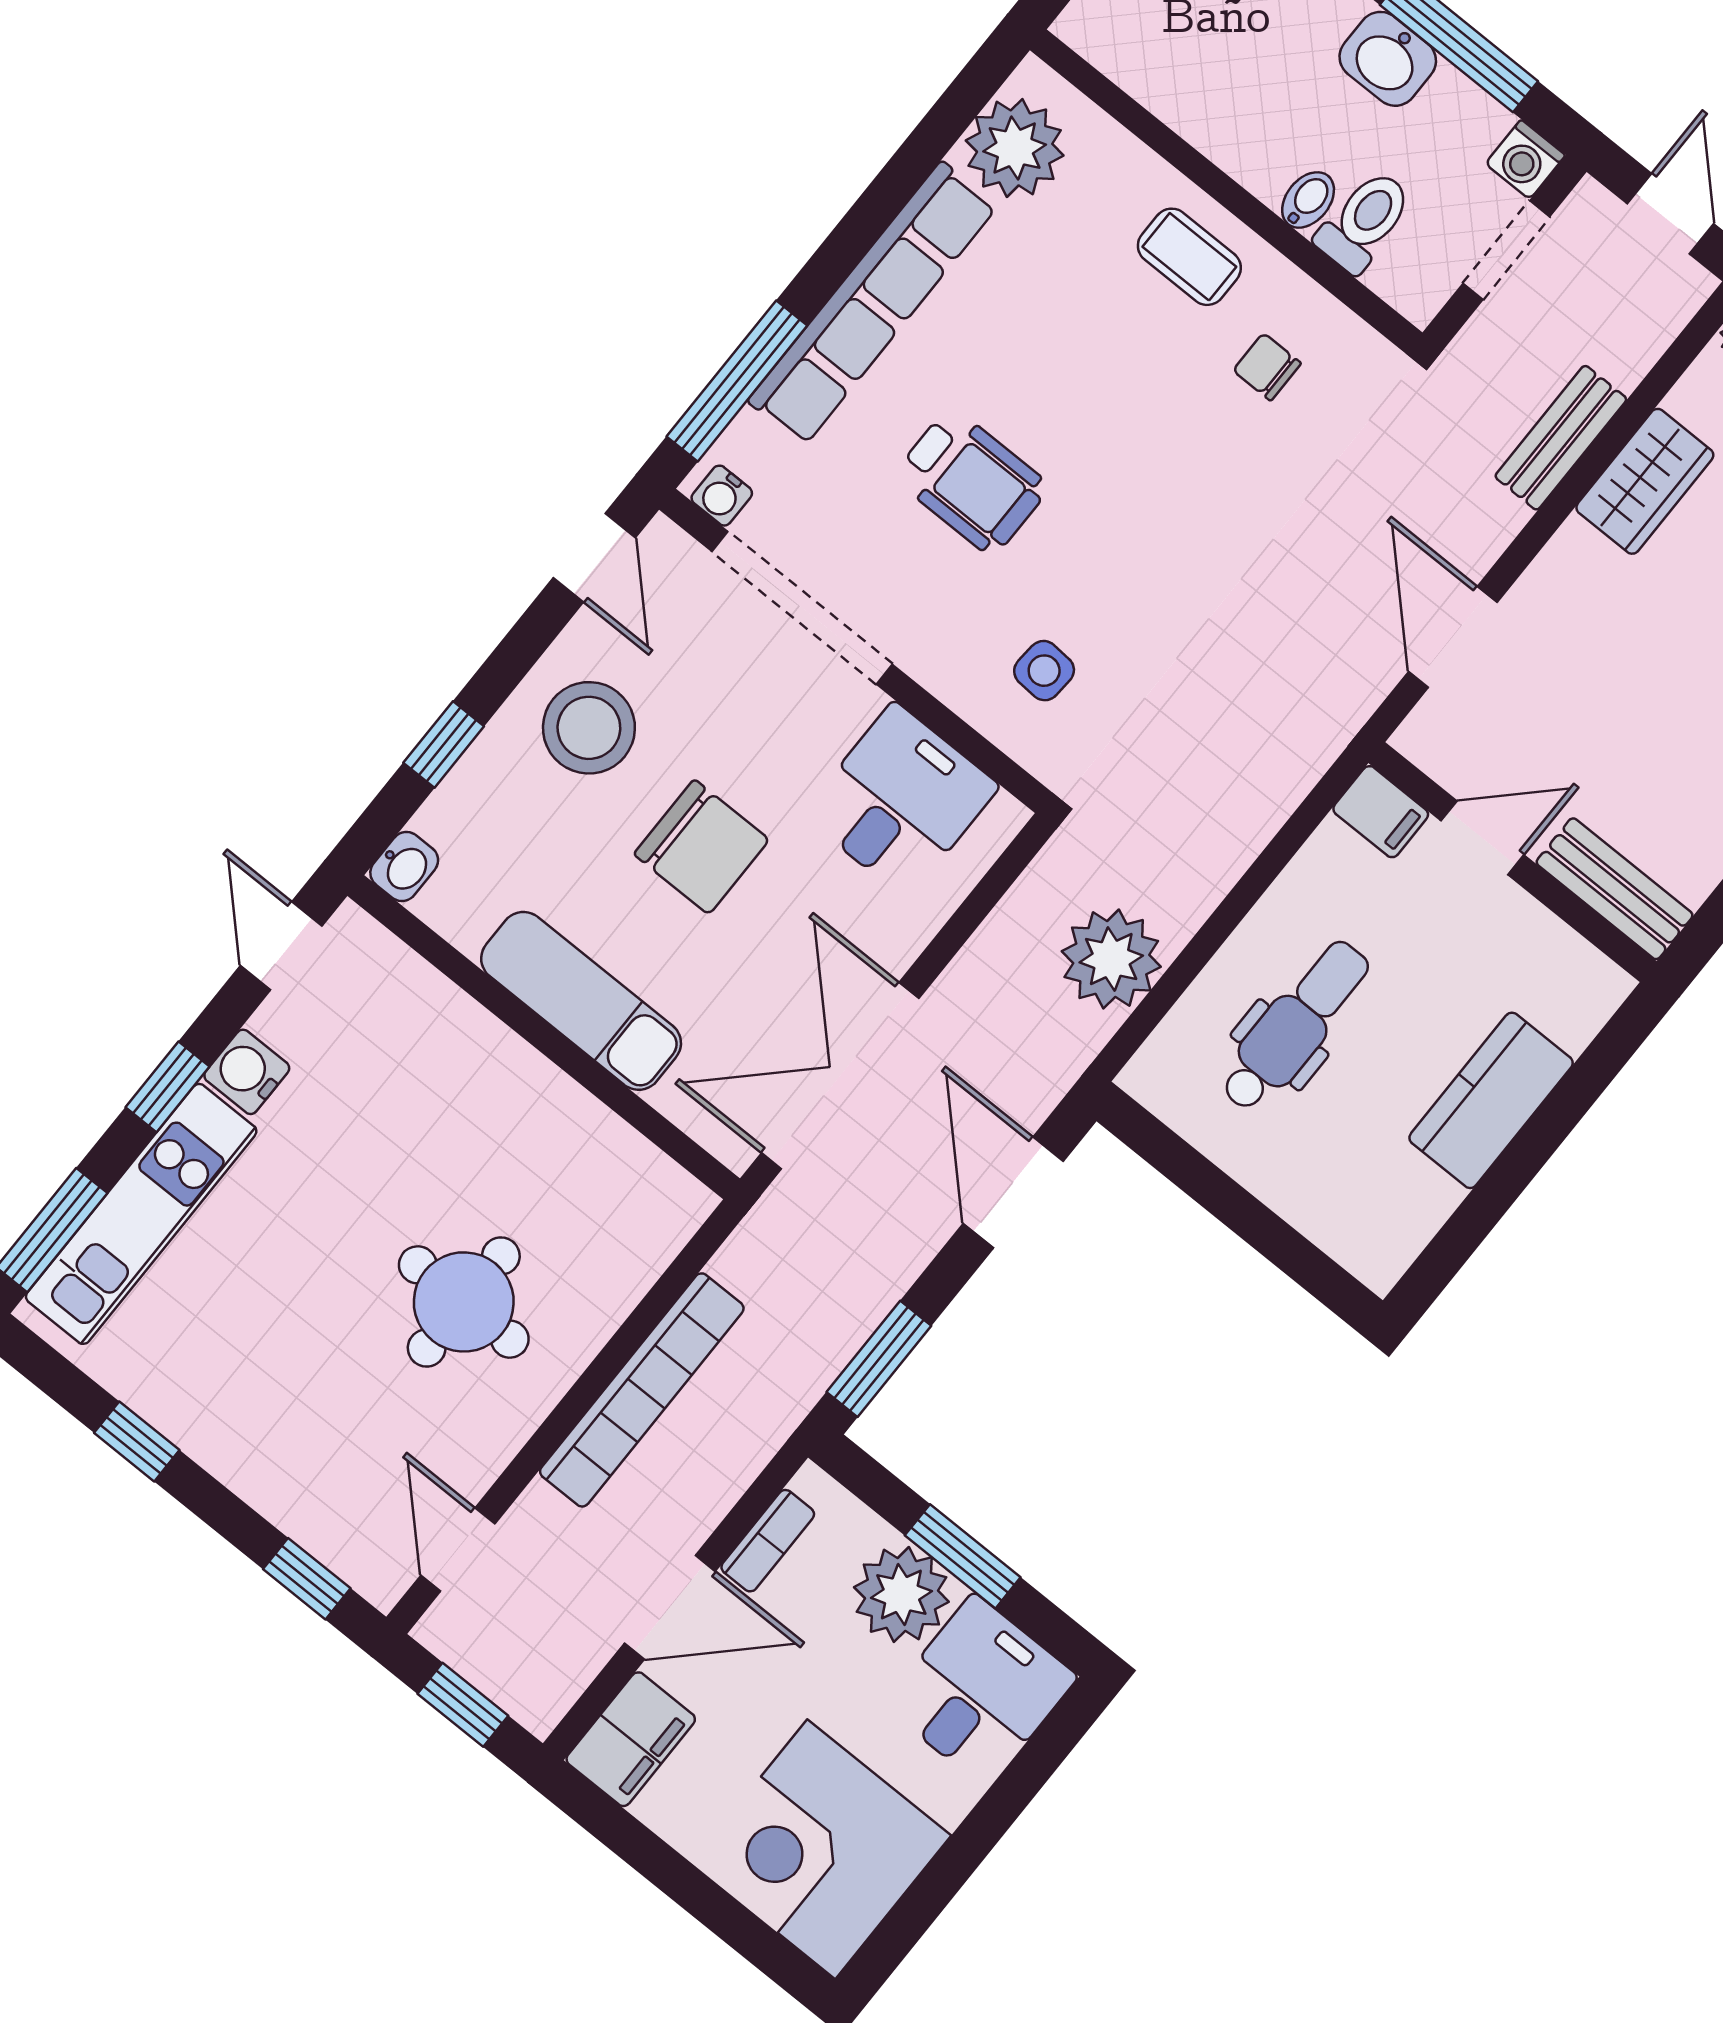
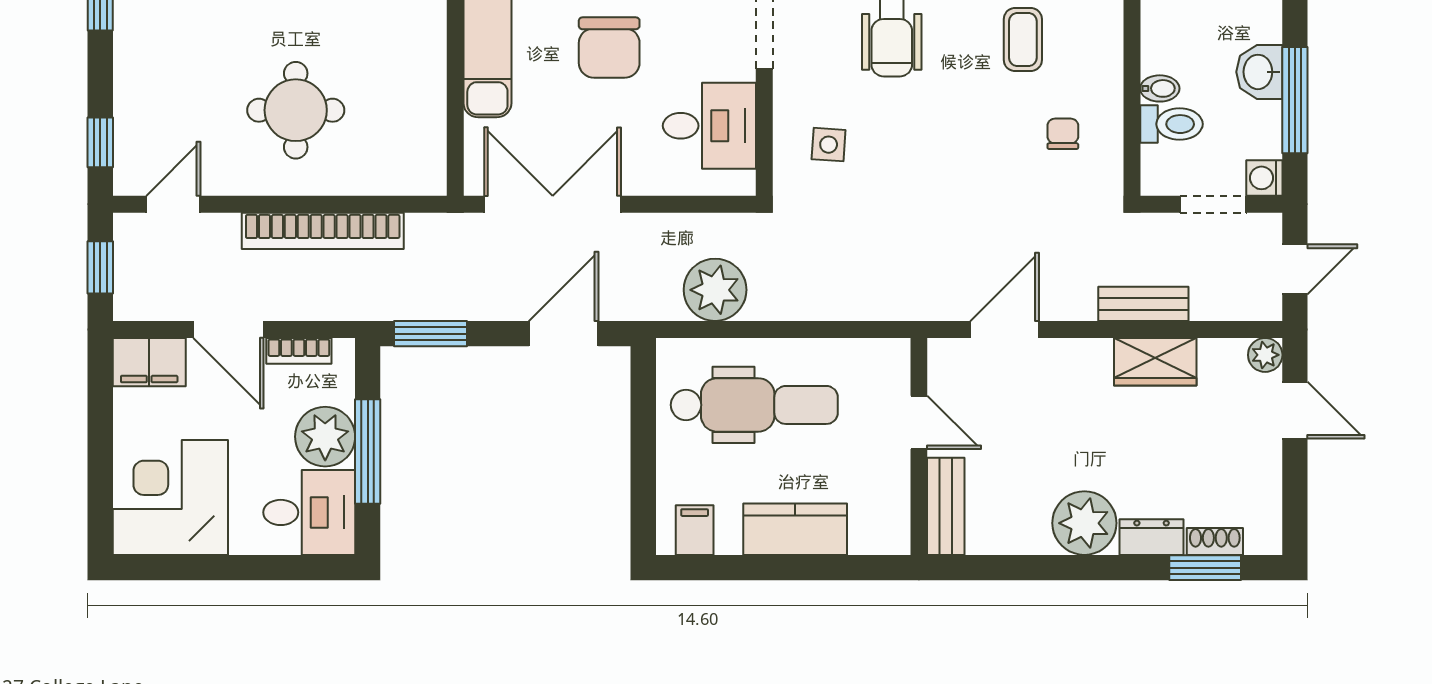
coffee table: (1189, 257) -> (1023, 40), moved
filing cabinet: (1381, 812) -> (695, 530), moved, turned 180
dental chair: (1295, 1026) -> (754, 405), width x1.36, depth x1.38
window: (963, 1556) -> (368, 451), width x1.44

